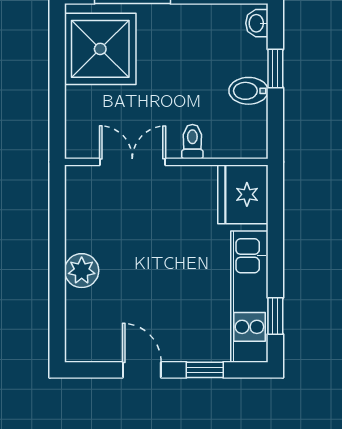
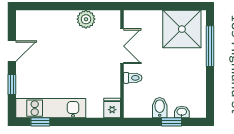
washbasin: (257, 23) -> (182, 112), moved
fridge: (243, 194) -> (112, 108), width x0.53, depth x0.75
plant: (82, 271) -> (86, 19), moved

